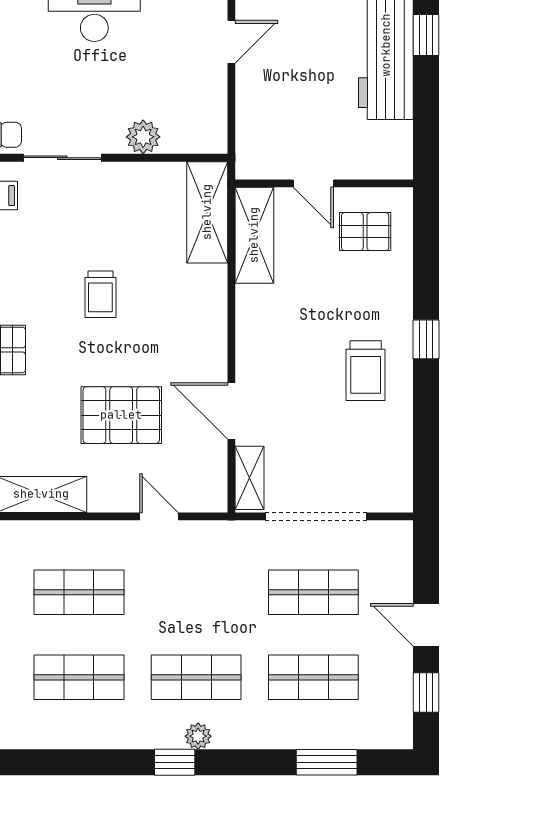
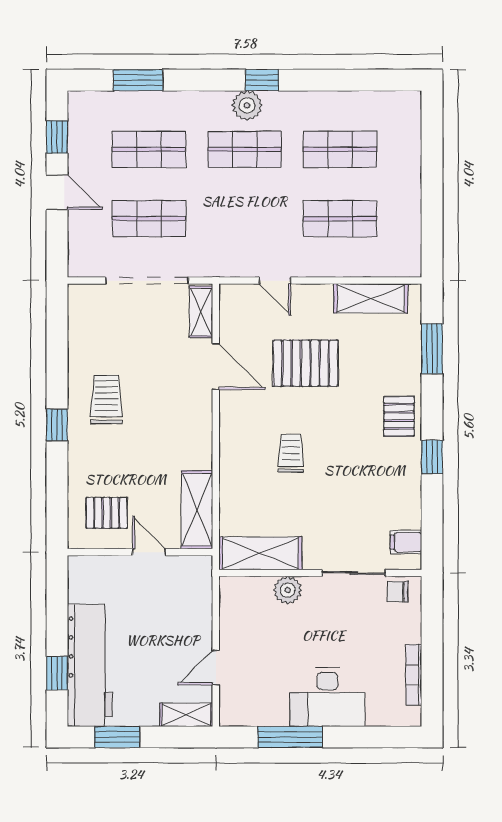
shelving: (207, 212) -> (260, 553), moved, turned 90
trolley: (100, 294) -> (291, 453), moved
plant: (198, 736) -> (247, 105), width x1.38, depth x1.38

